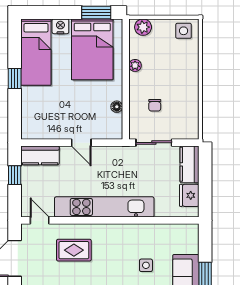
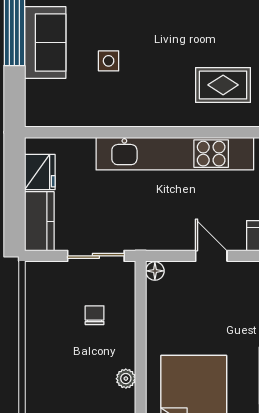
floor lamp: (117, 107) -> (155, 271), moved

